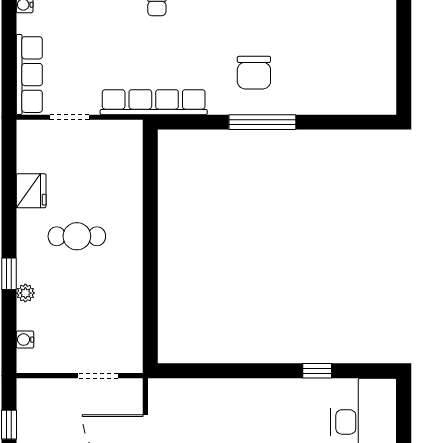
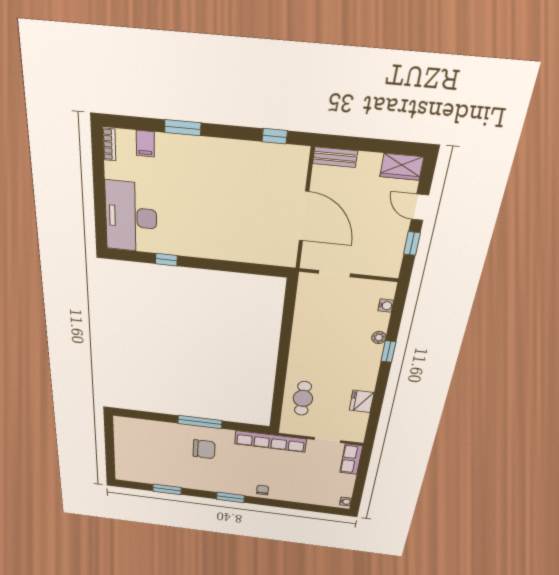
chair: (254, 73) -> (204, 449), turned 90
row of seats: (29, 75) -> (351, 459), width x0.68
cafe table: (77, 236) -> (303, 398), moved, turned 90

